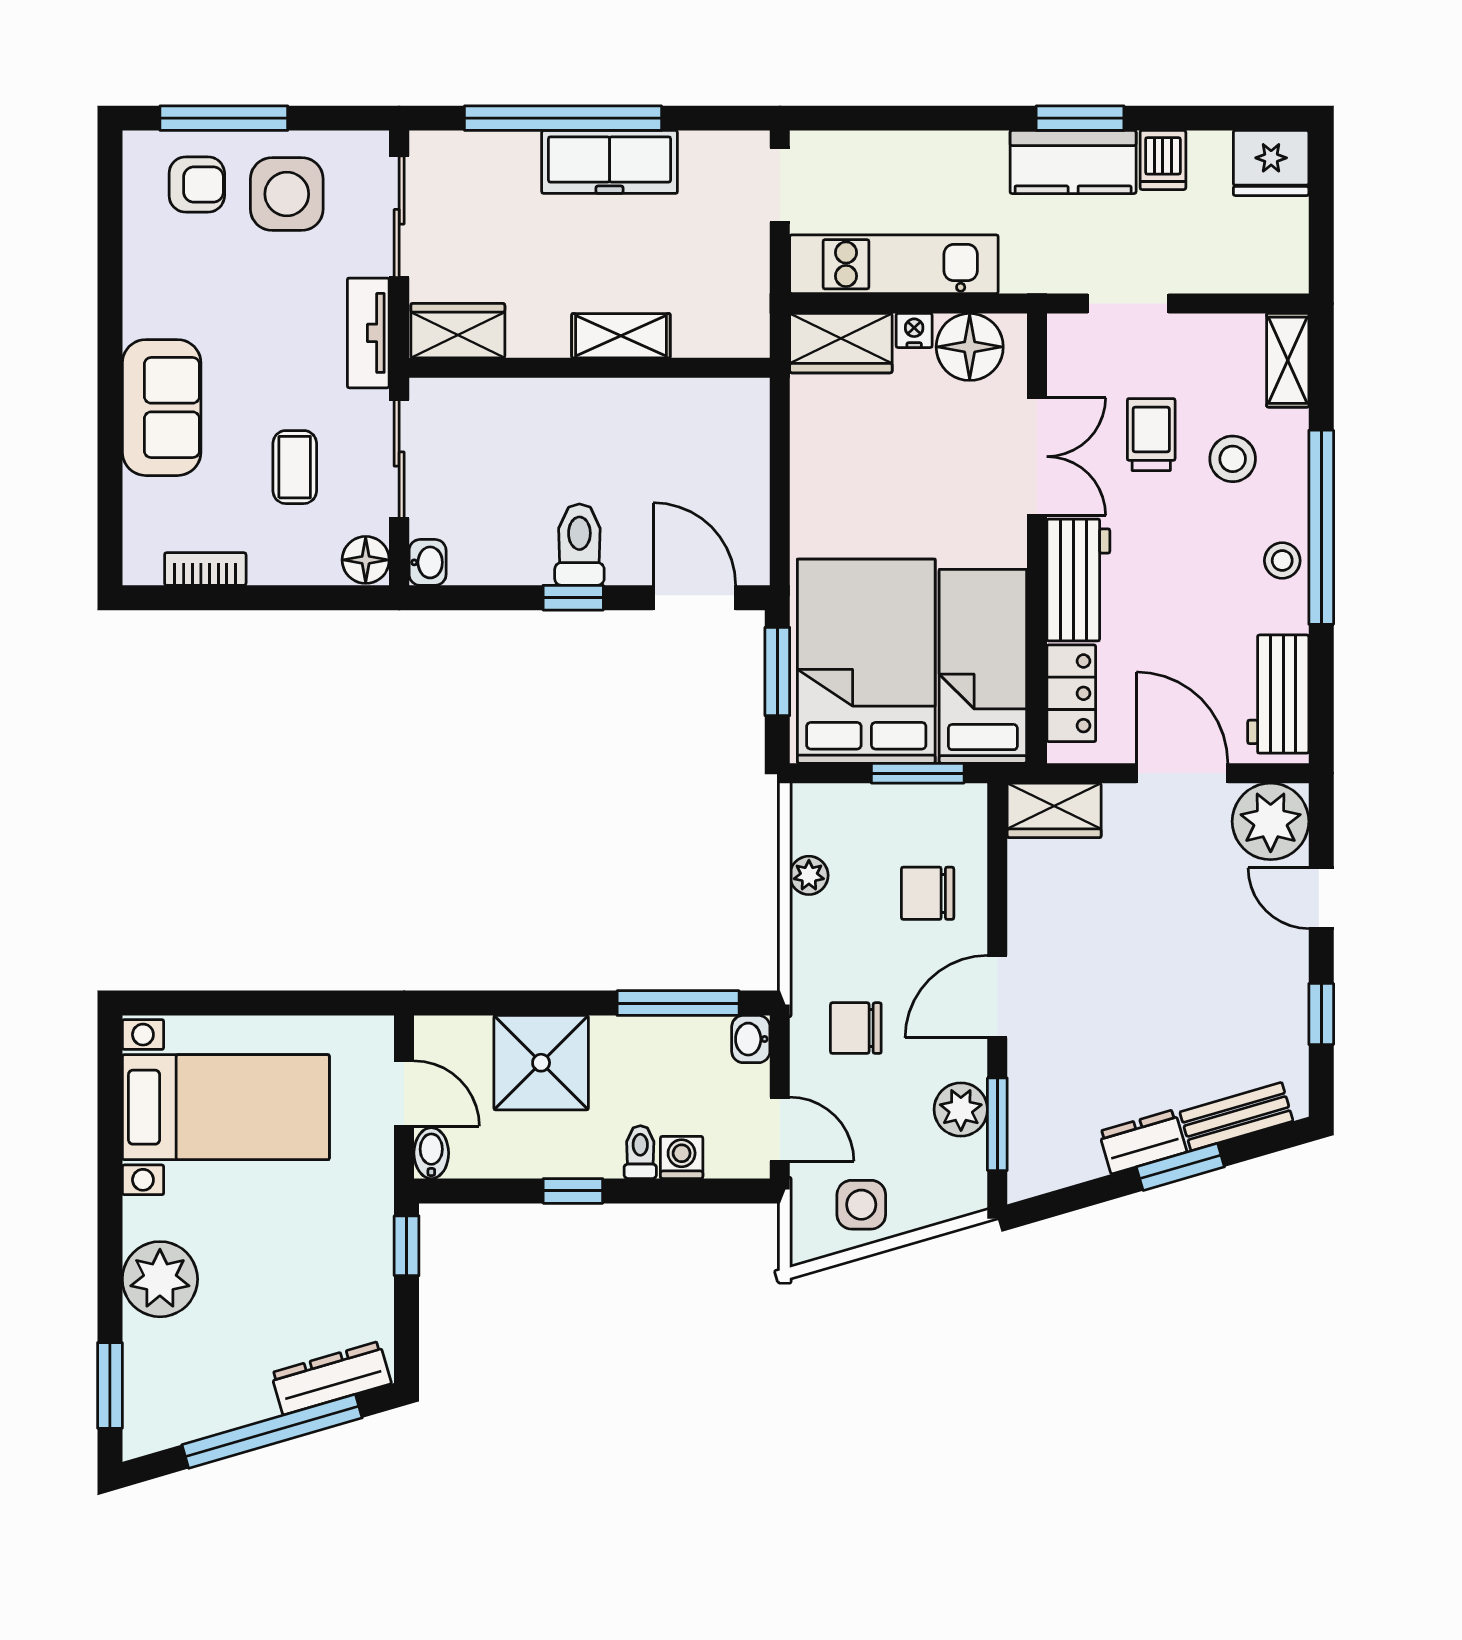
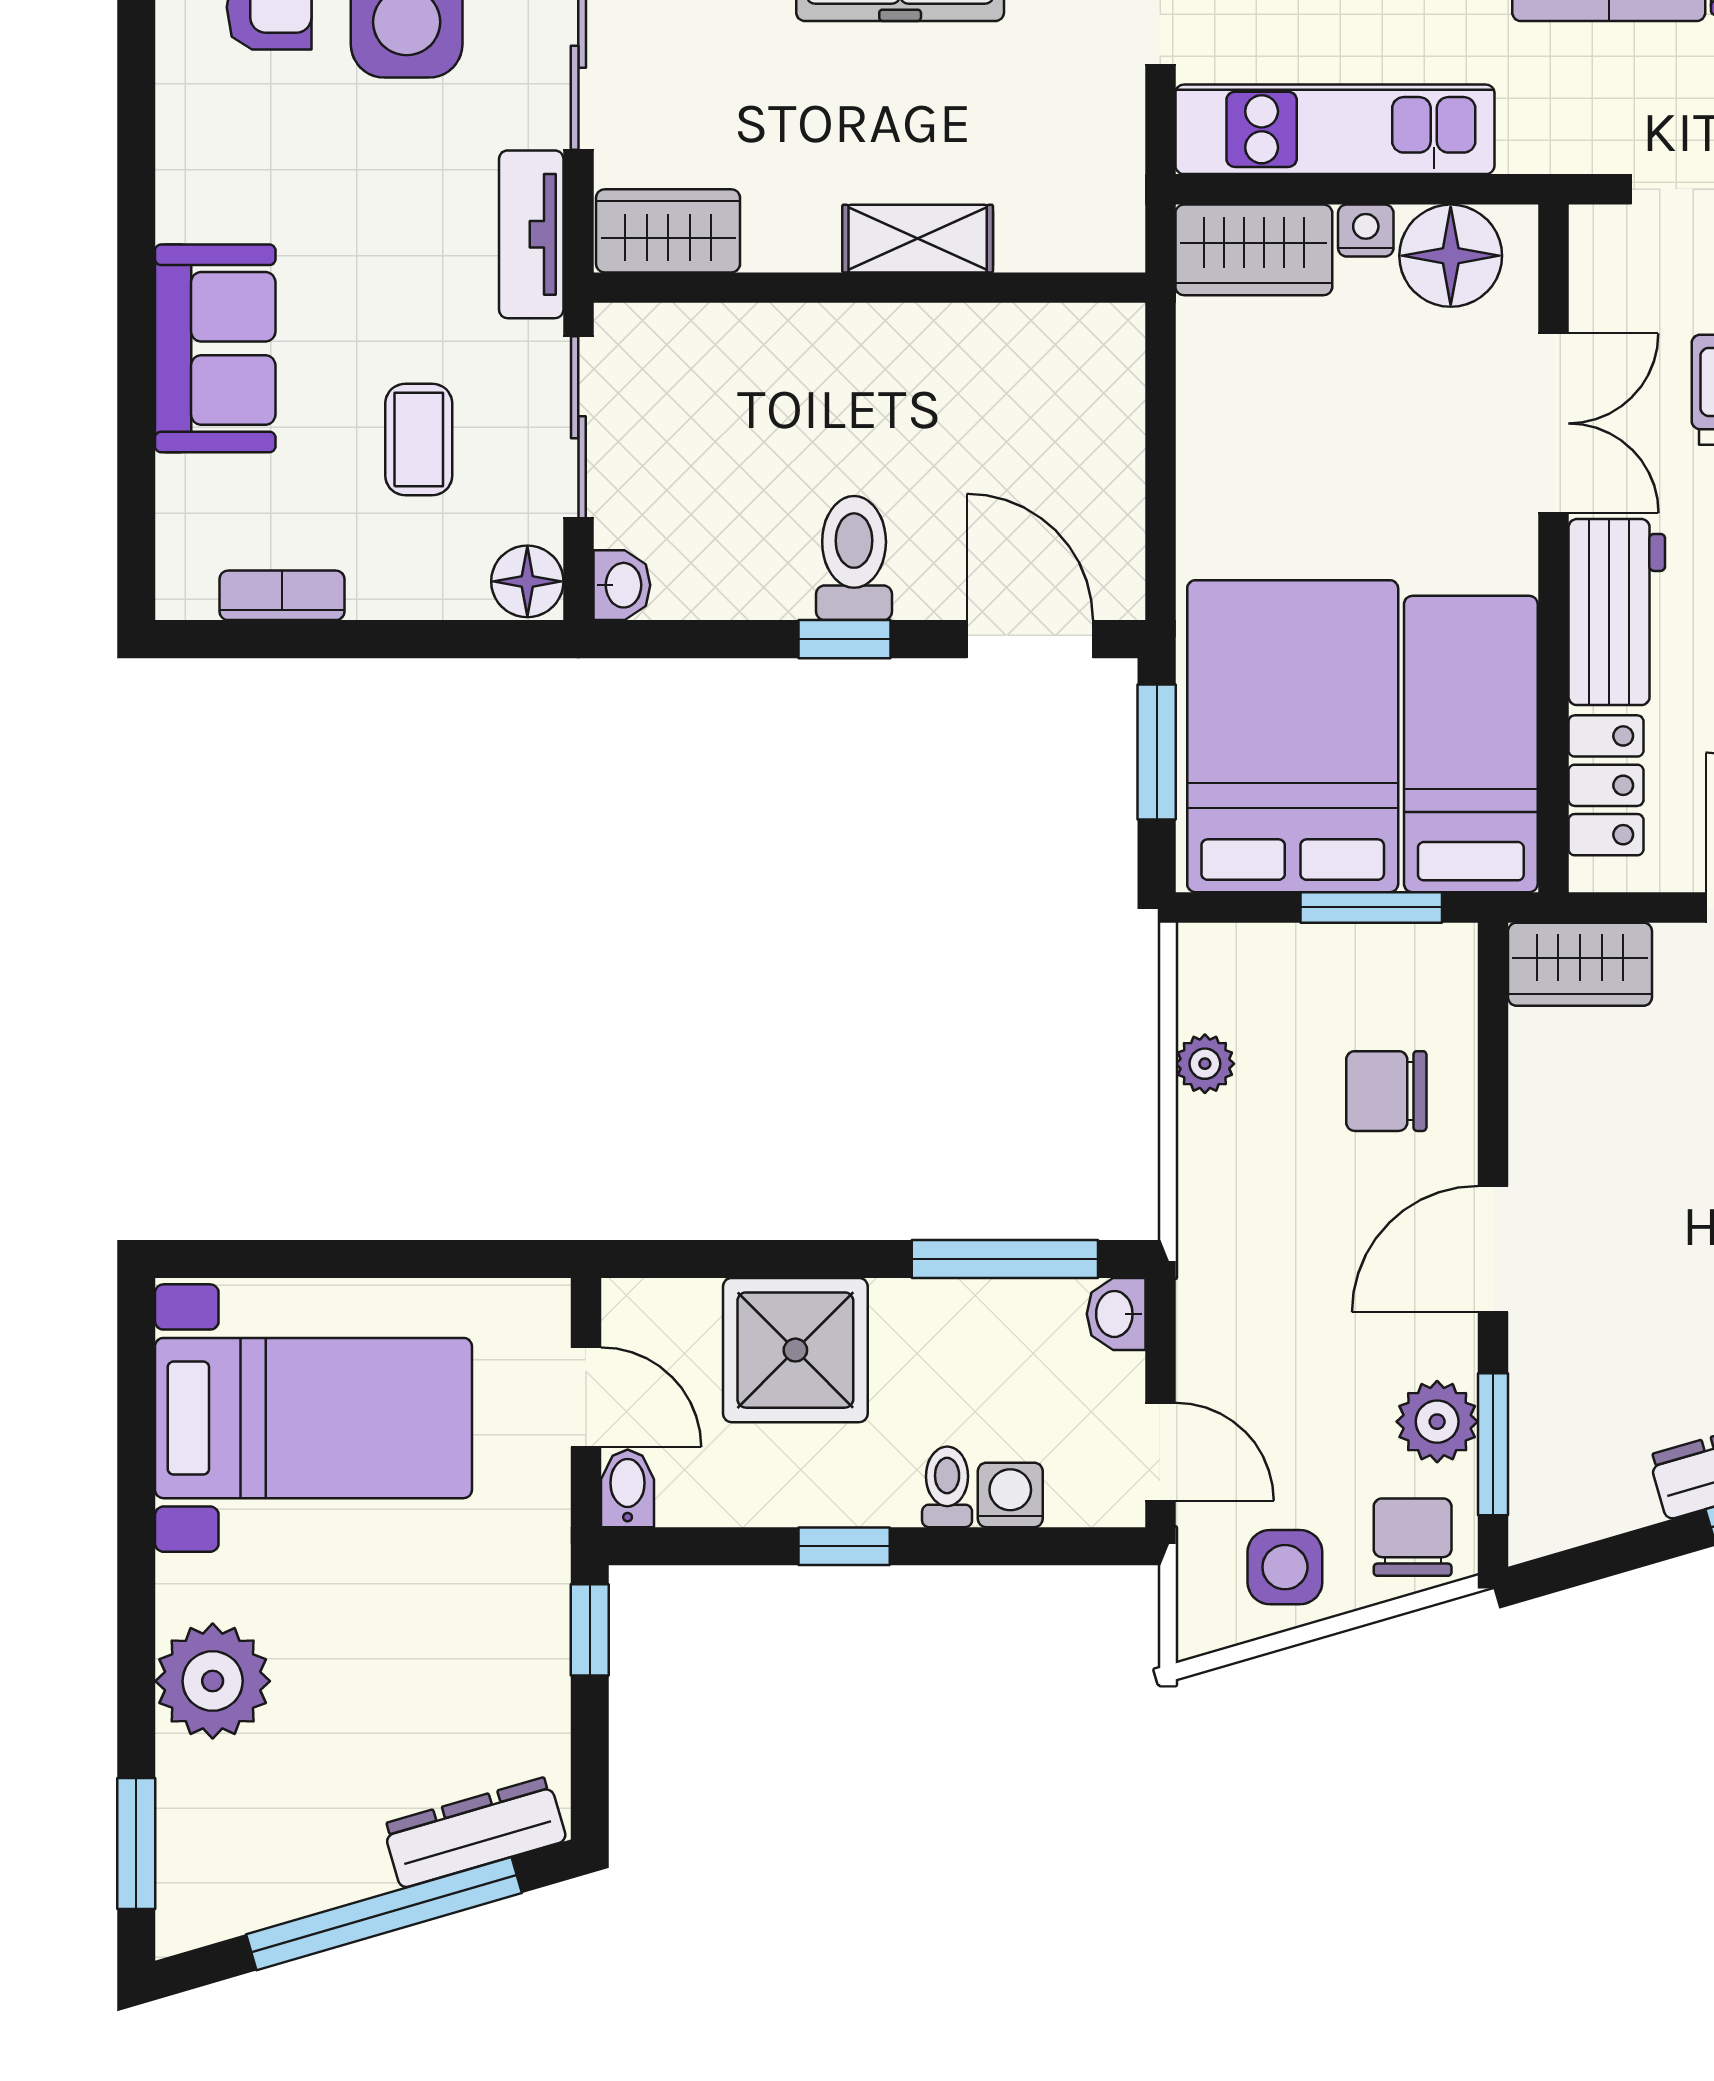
chair: (856, 1028) -> (1413, 1537), moved, turned 90

